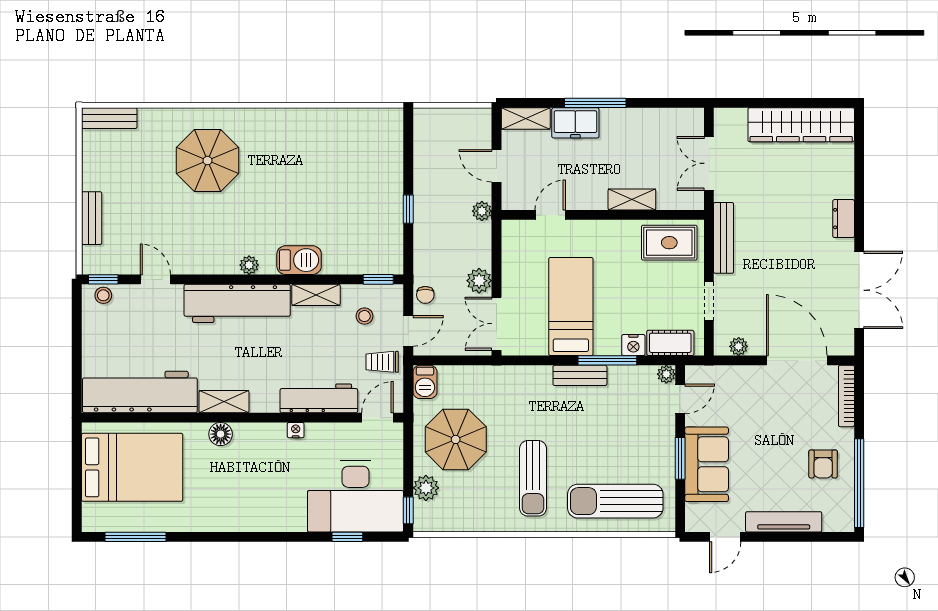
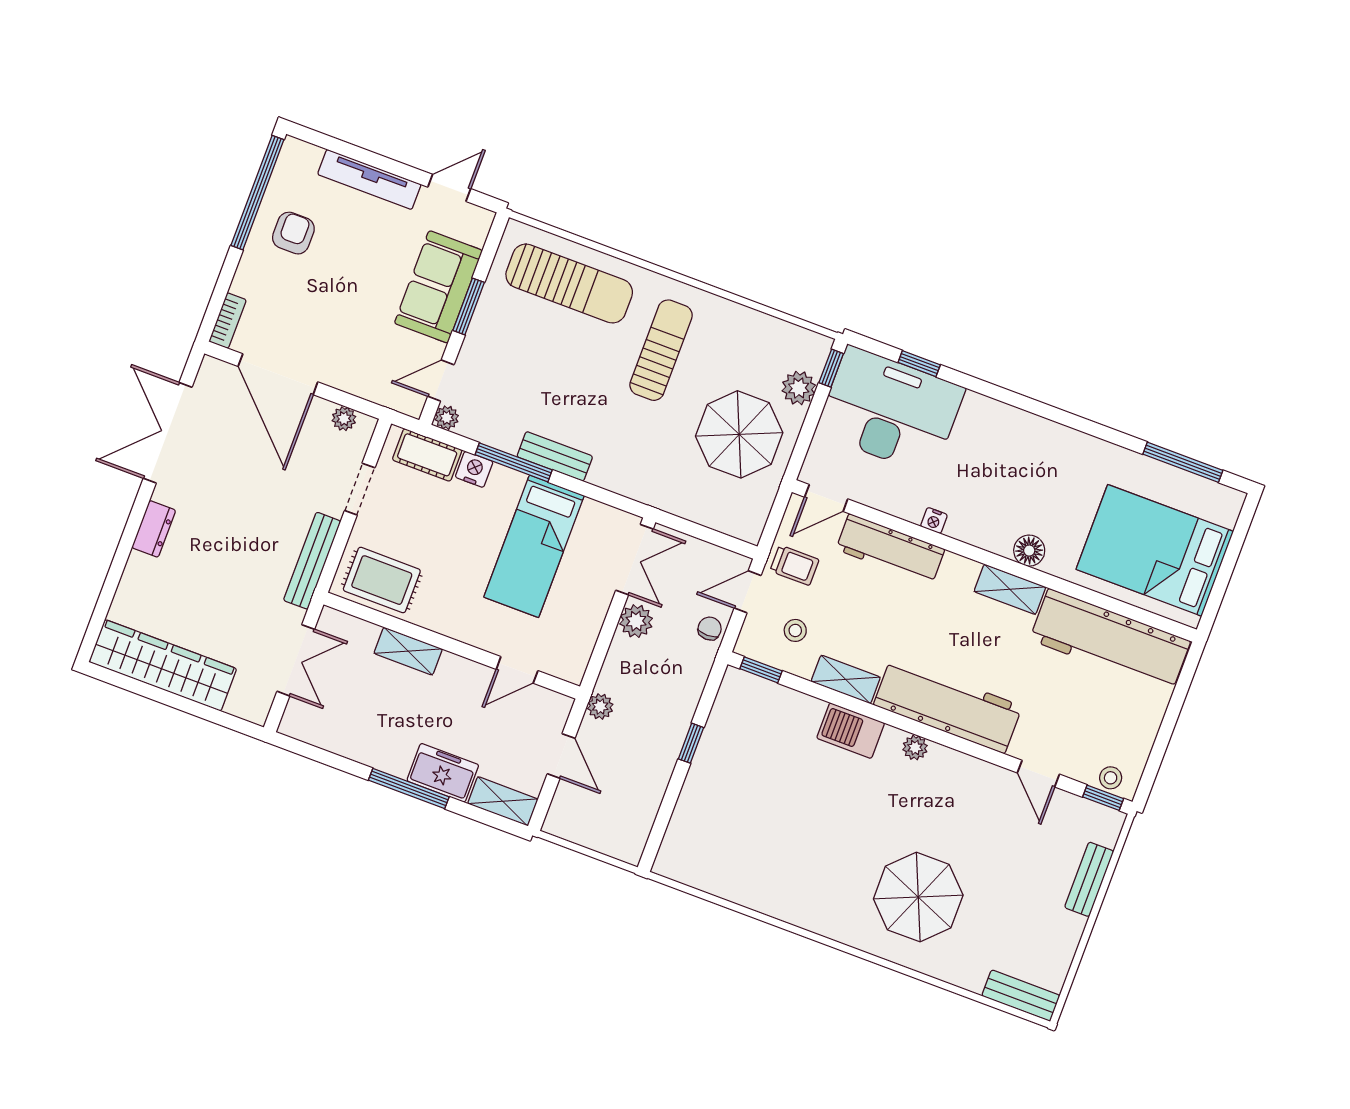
barbecue: (425, 382) -> (751, 520), removed
bookcase: (846, 396) -> (228, 321), width x0.64

